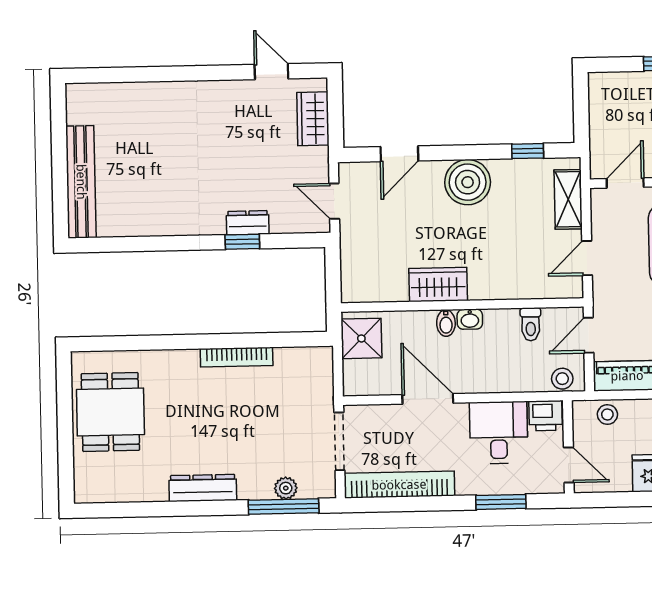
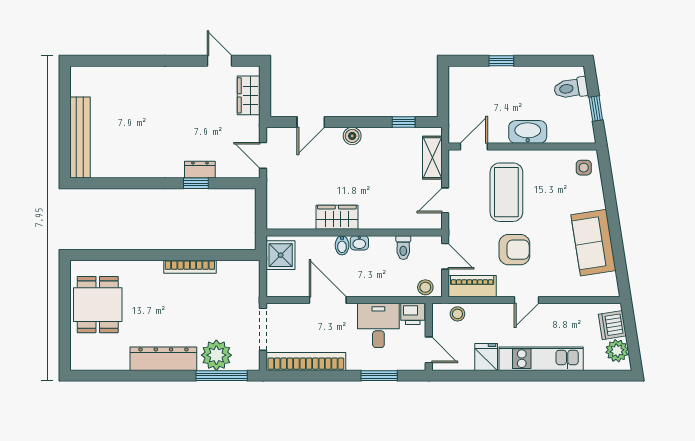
boiler: (468, 182) -> (352, 136), width x0.54, depth x0.54
door: (589, 335) -> (445, 256), swing flipped
dresser: (203, 488) -> (163, 359), width x1.37, depth x1.24
plant: (286, 488) -> (216, 355), width x1.87, depth x1.87

